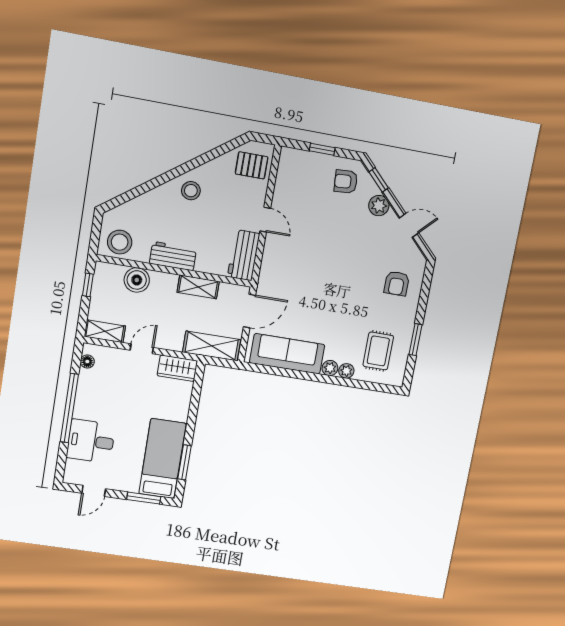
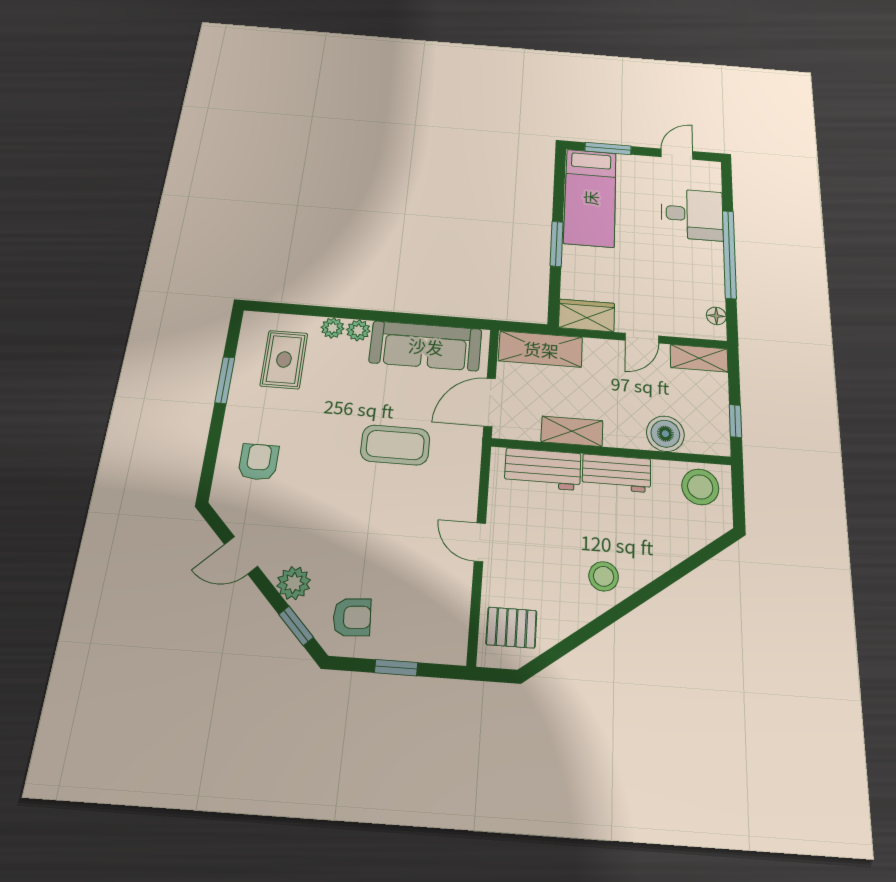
workbench: (244, 255) -> (543, 469), moved, turned 90
coffee table: (312, 287) -> (395, 445), added
window: (184, 462) -> (557, 244), moved

